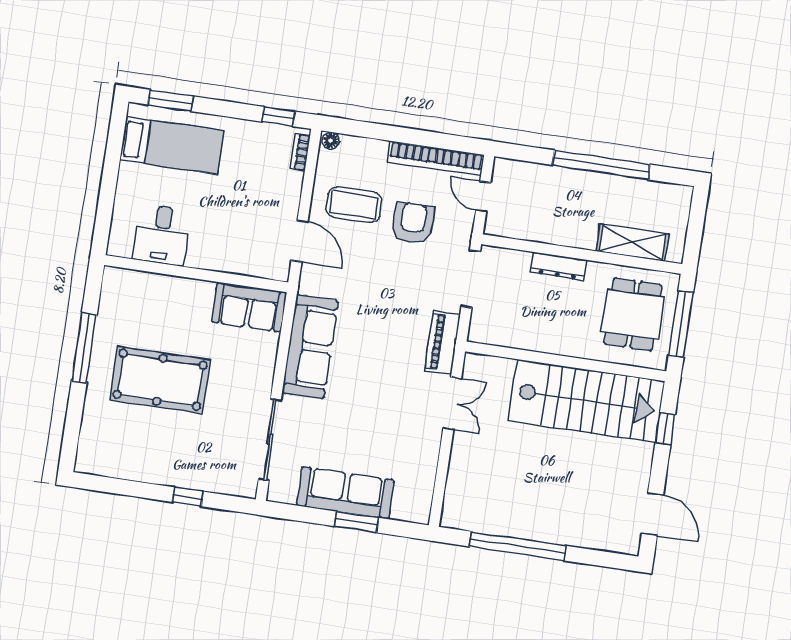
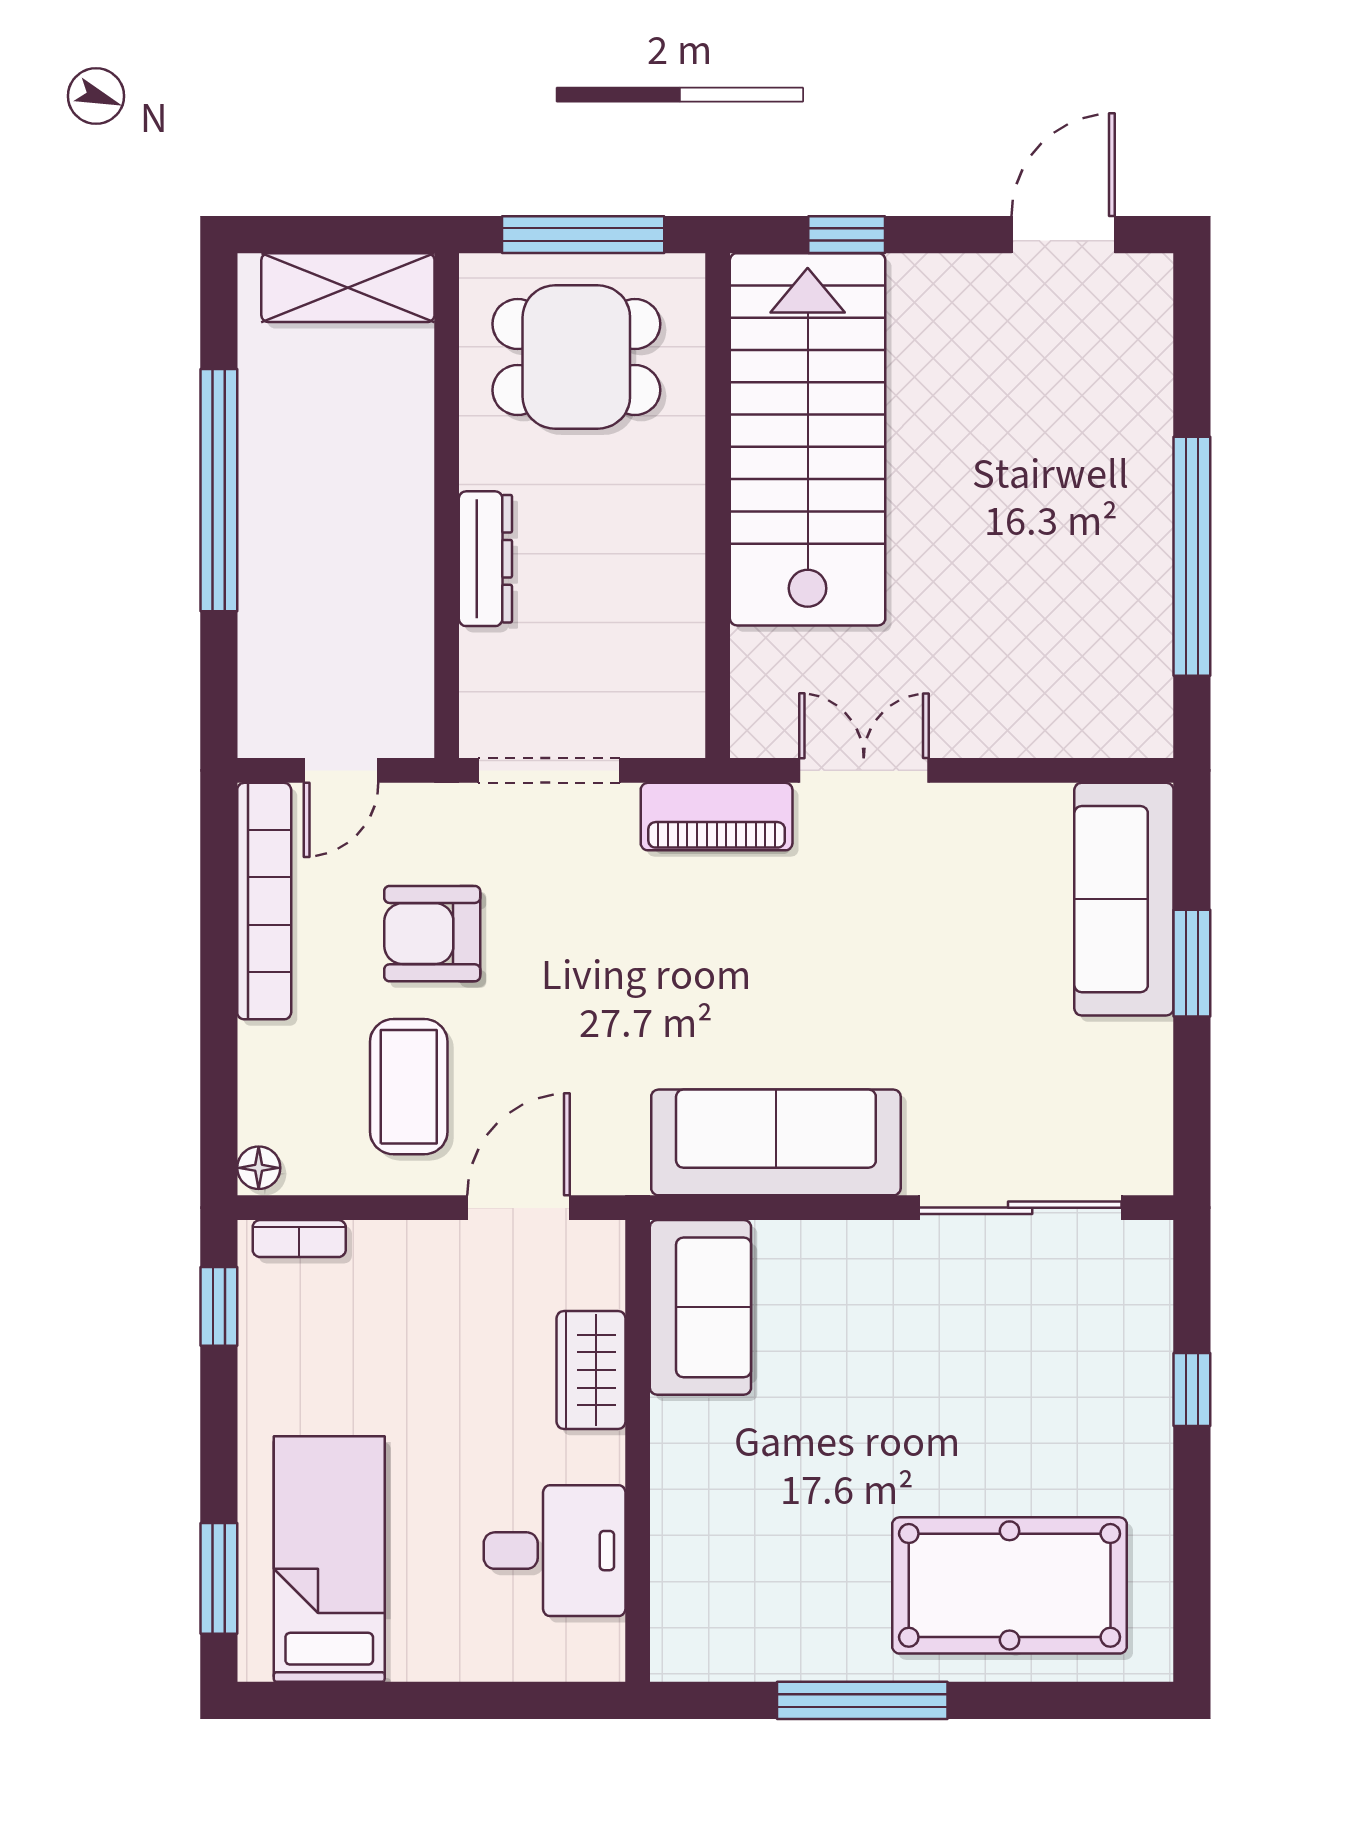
shelving: (632, 243) -> (348, 288), moved, turned 90
wardrobe: (231, 260) -> (591, 1370), added
pool table: (160, 380) -> (1010, 1585), moved, turned 90
sofa: (345, 493) -> (1124, 899), moved

